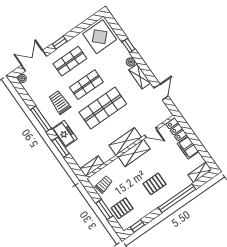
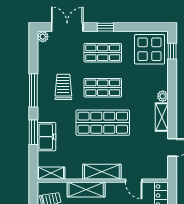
window: (129, 46) -> (172, 51), moved
freezer: (65, 134) -> (47, 137), moved
shelving: (134, 153) -> (86, 190), moved

